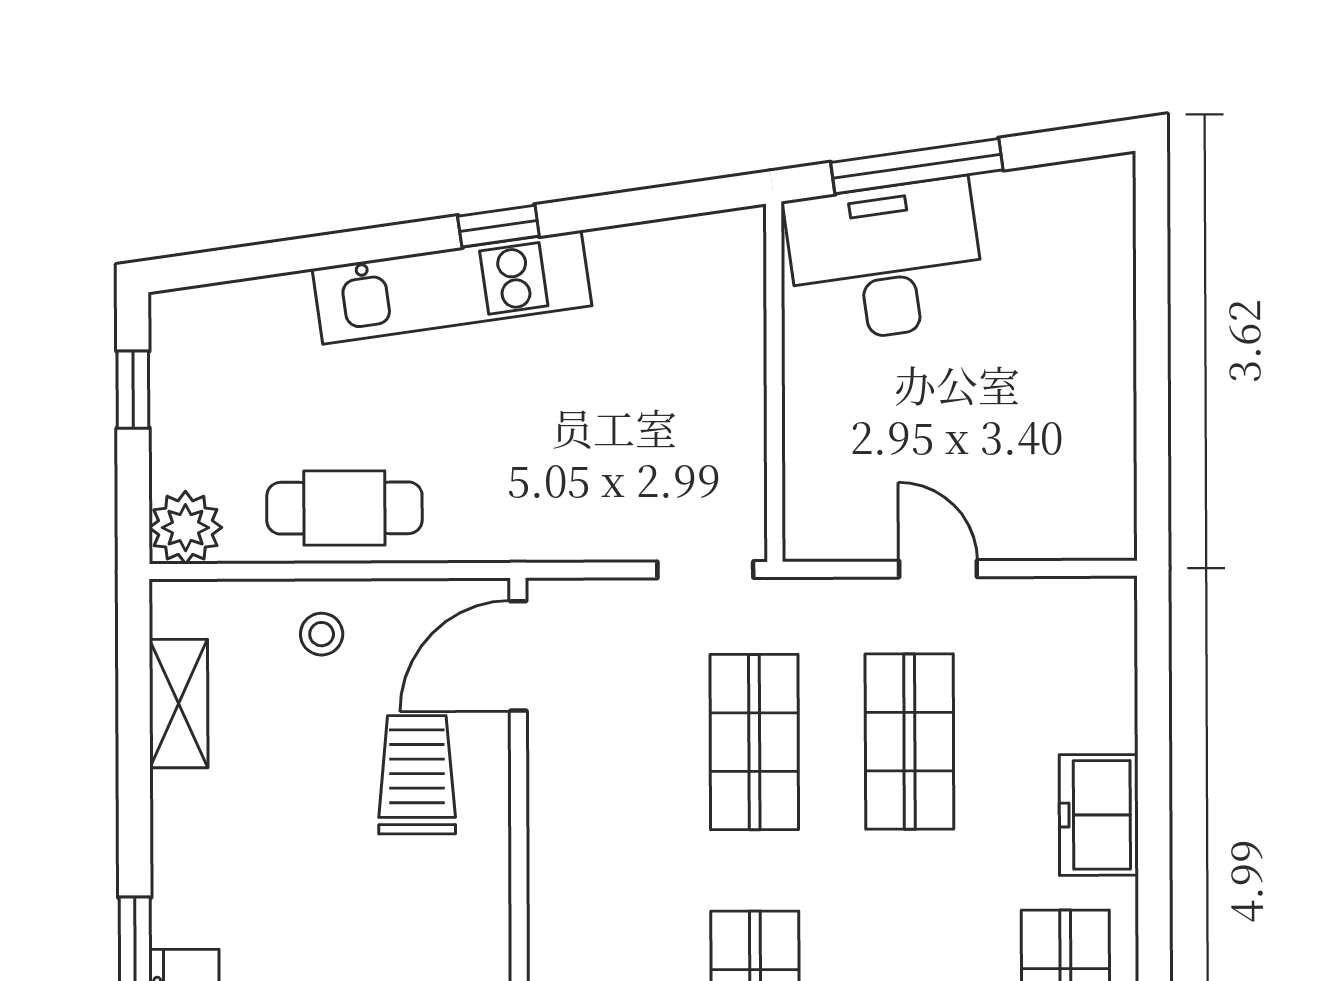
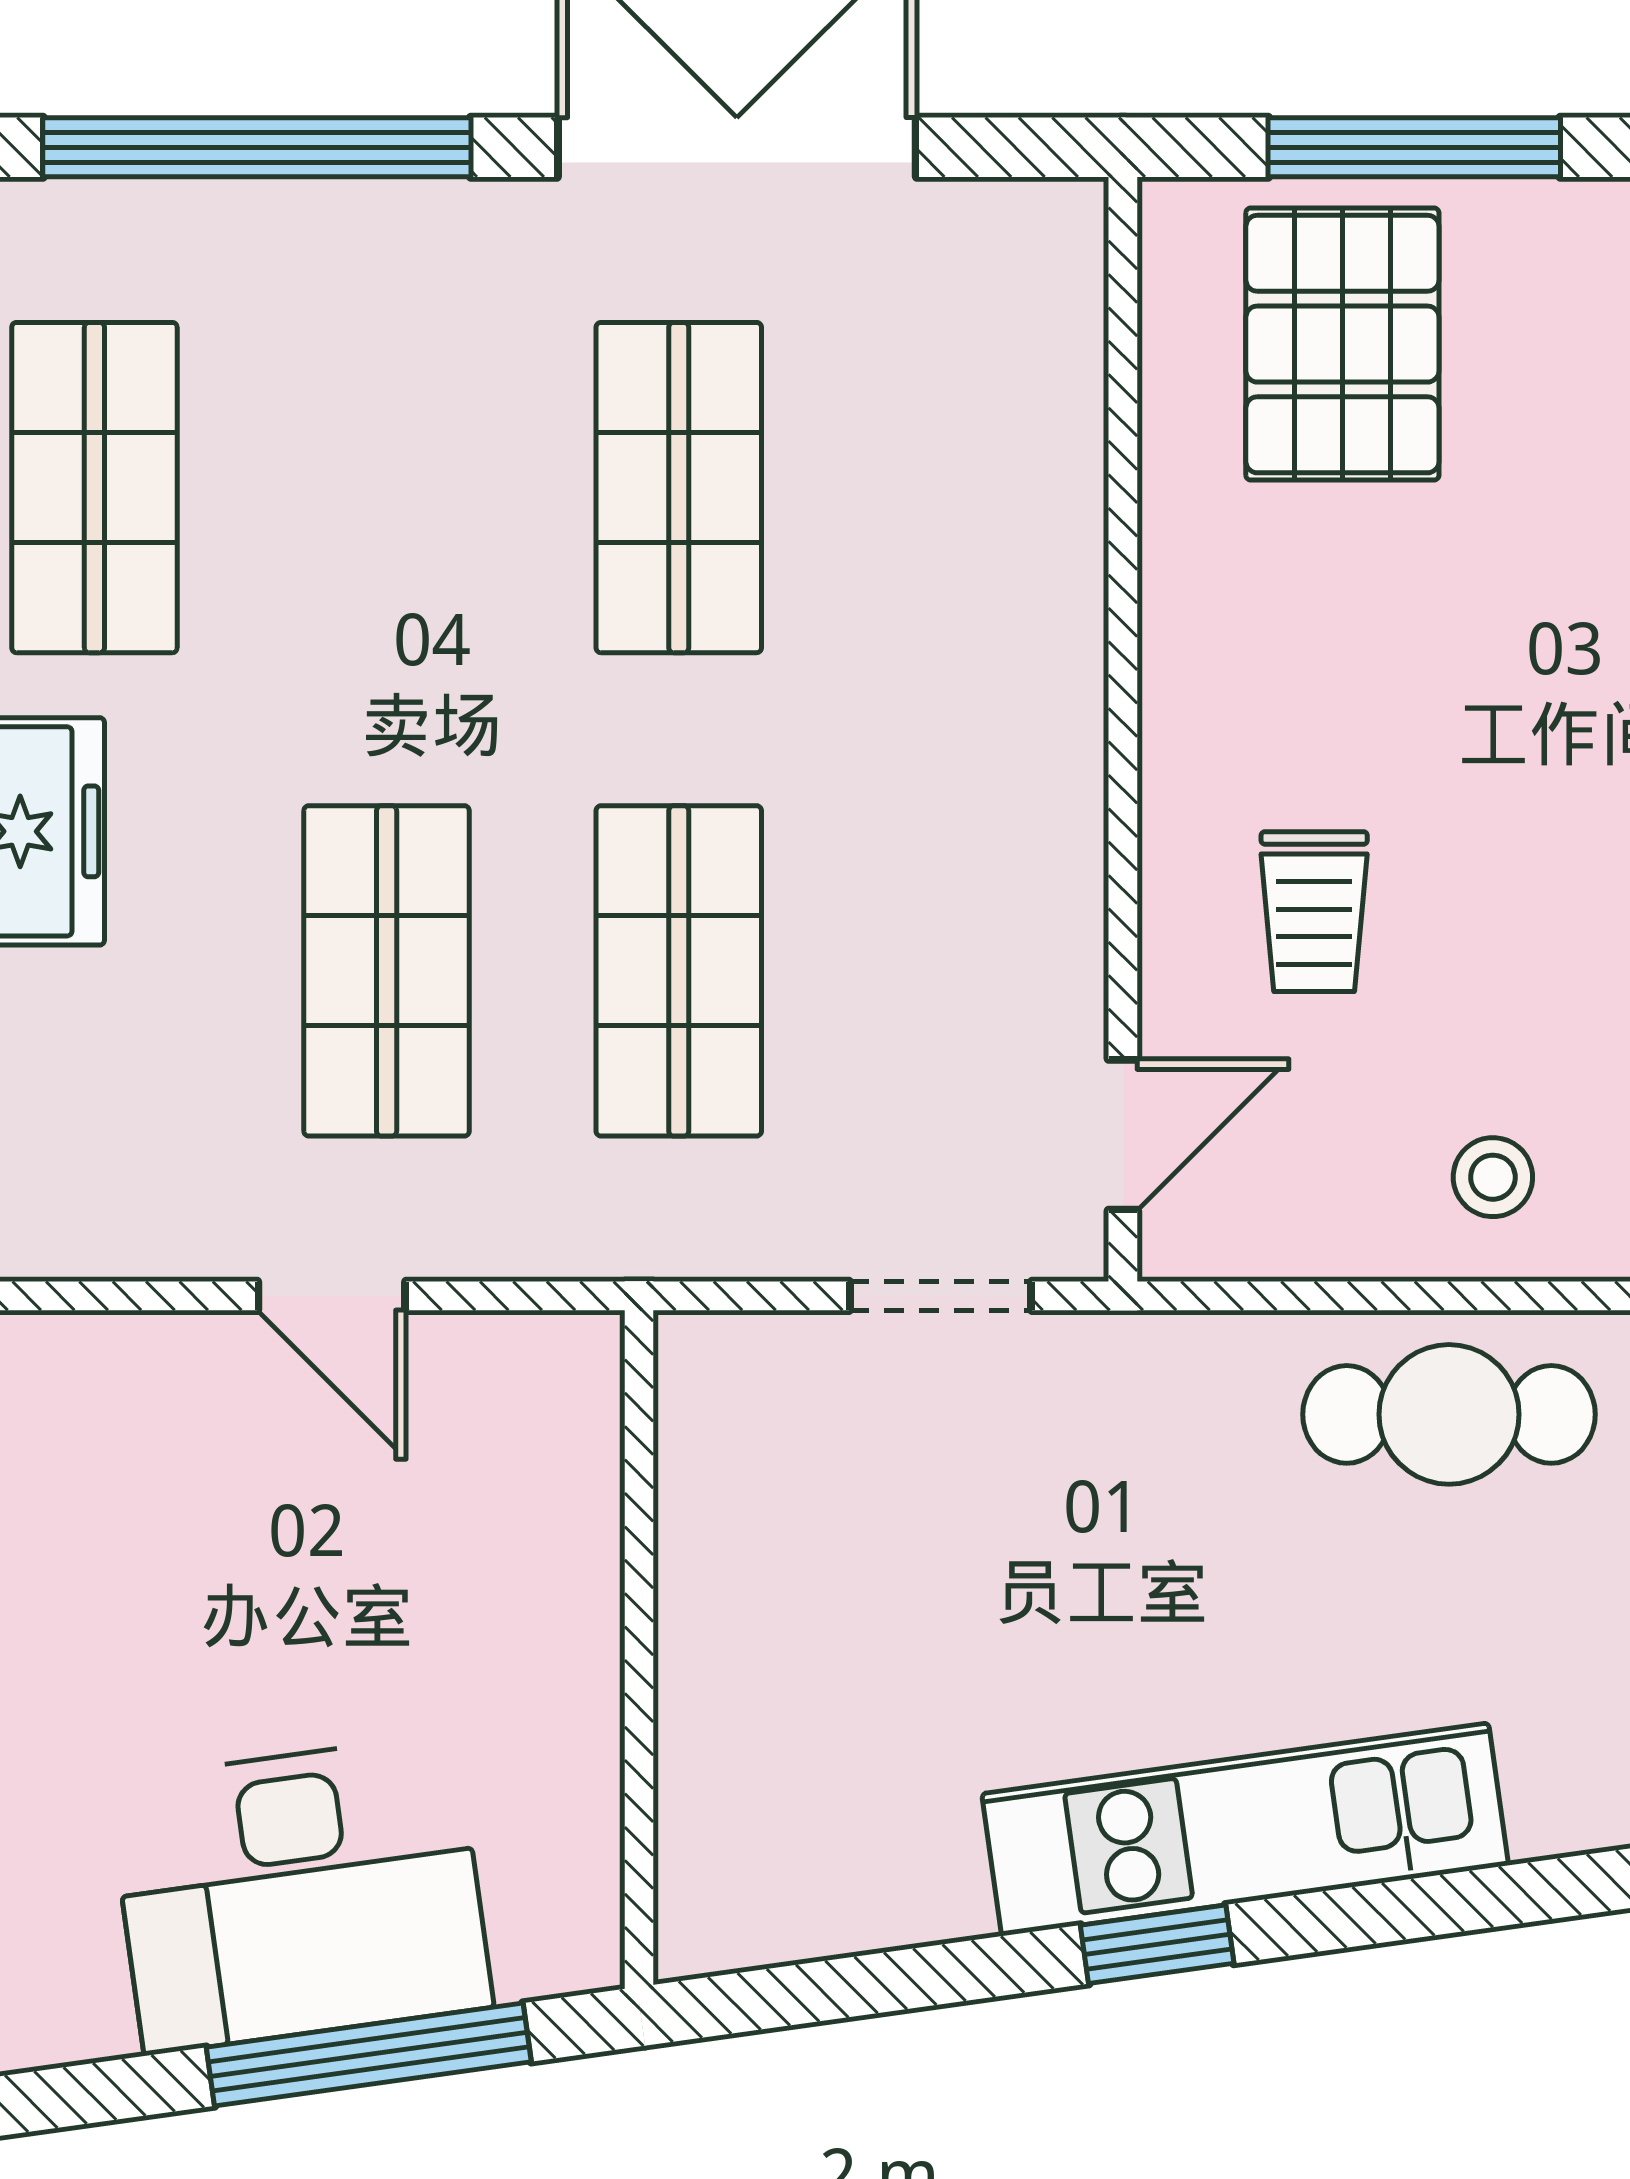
desk: (885, 261) -> (300, 1894), moved
doorway: (705, 570) -> (940, 1296), moved
door: (518, 656) -> (1123, 1135), width x0.73
trolley: (417, 775) -> (1314, 912), width x0.73, depth x0.72

